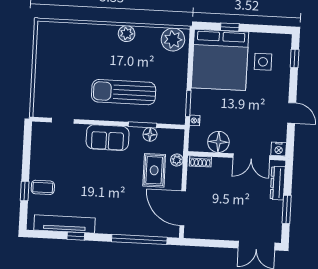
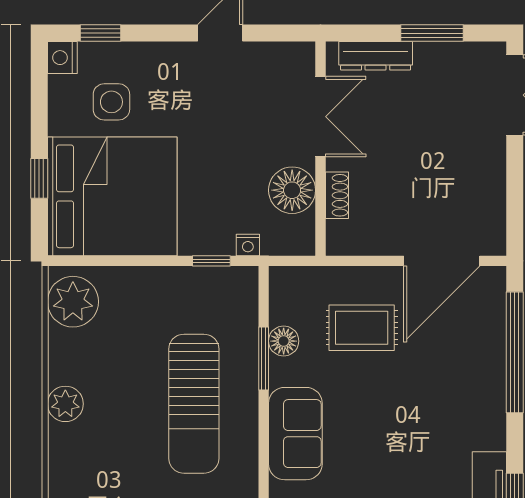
window: (188, 104) -> (211, 261), width x0.67
nightstand: (279, 149) -> (62, 58), moved, turned 180
plant: (177, 160) -> (336, 279), removed
shoe rack: (200, 161) -> (337, 195), moved

